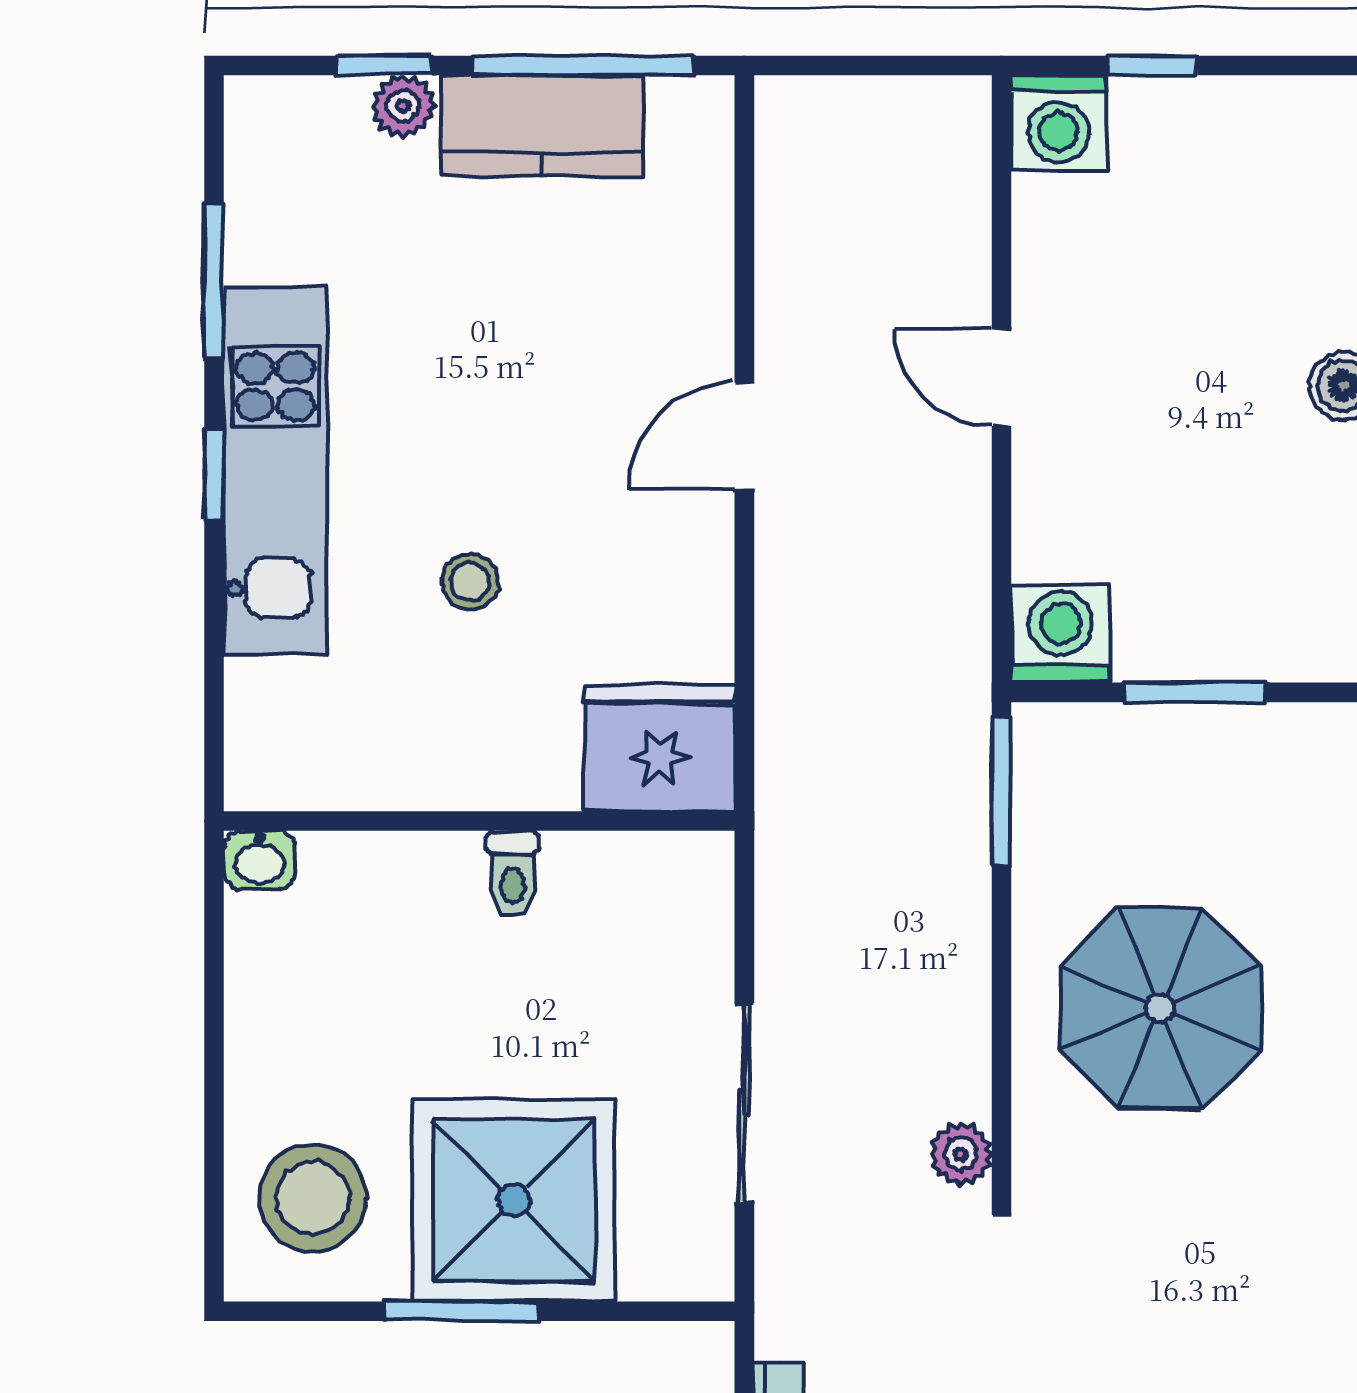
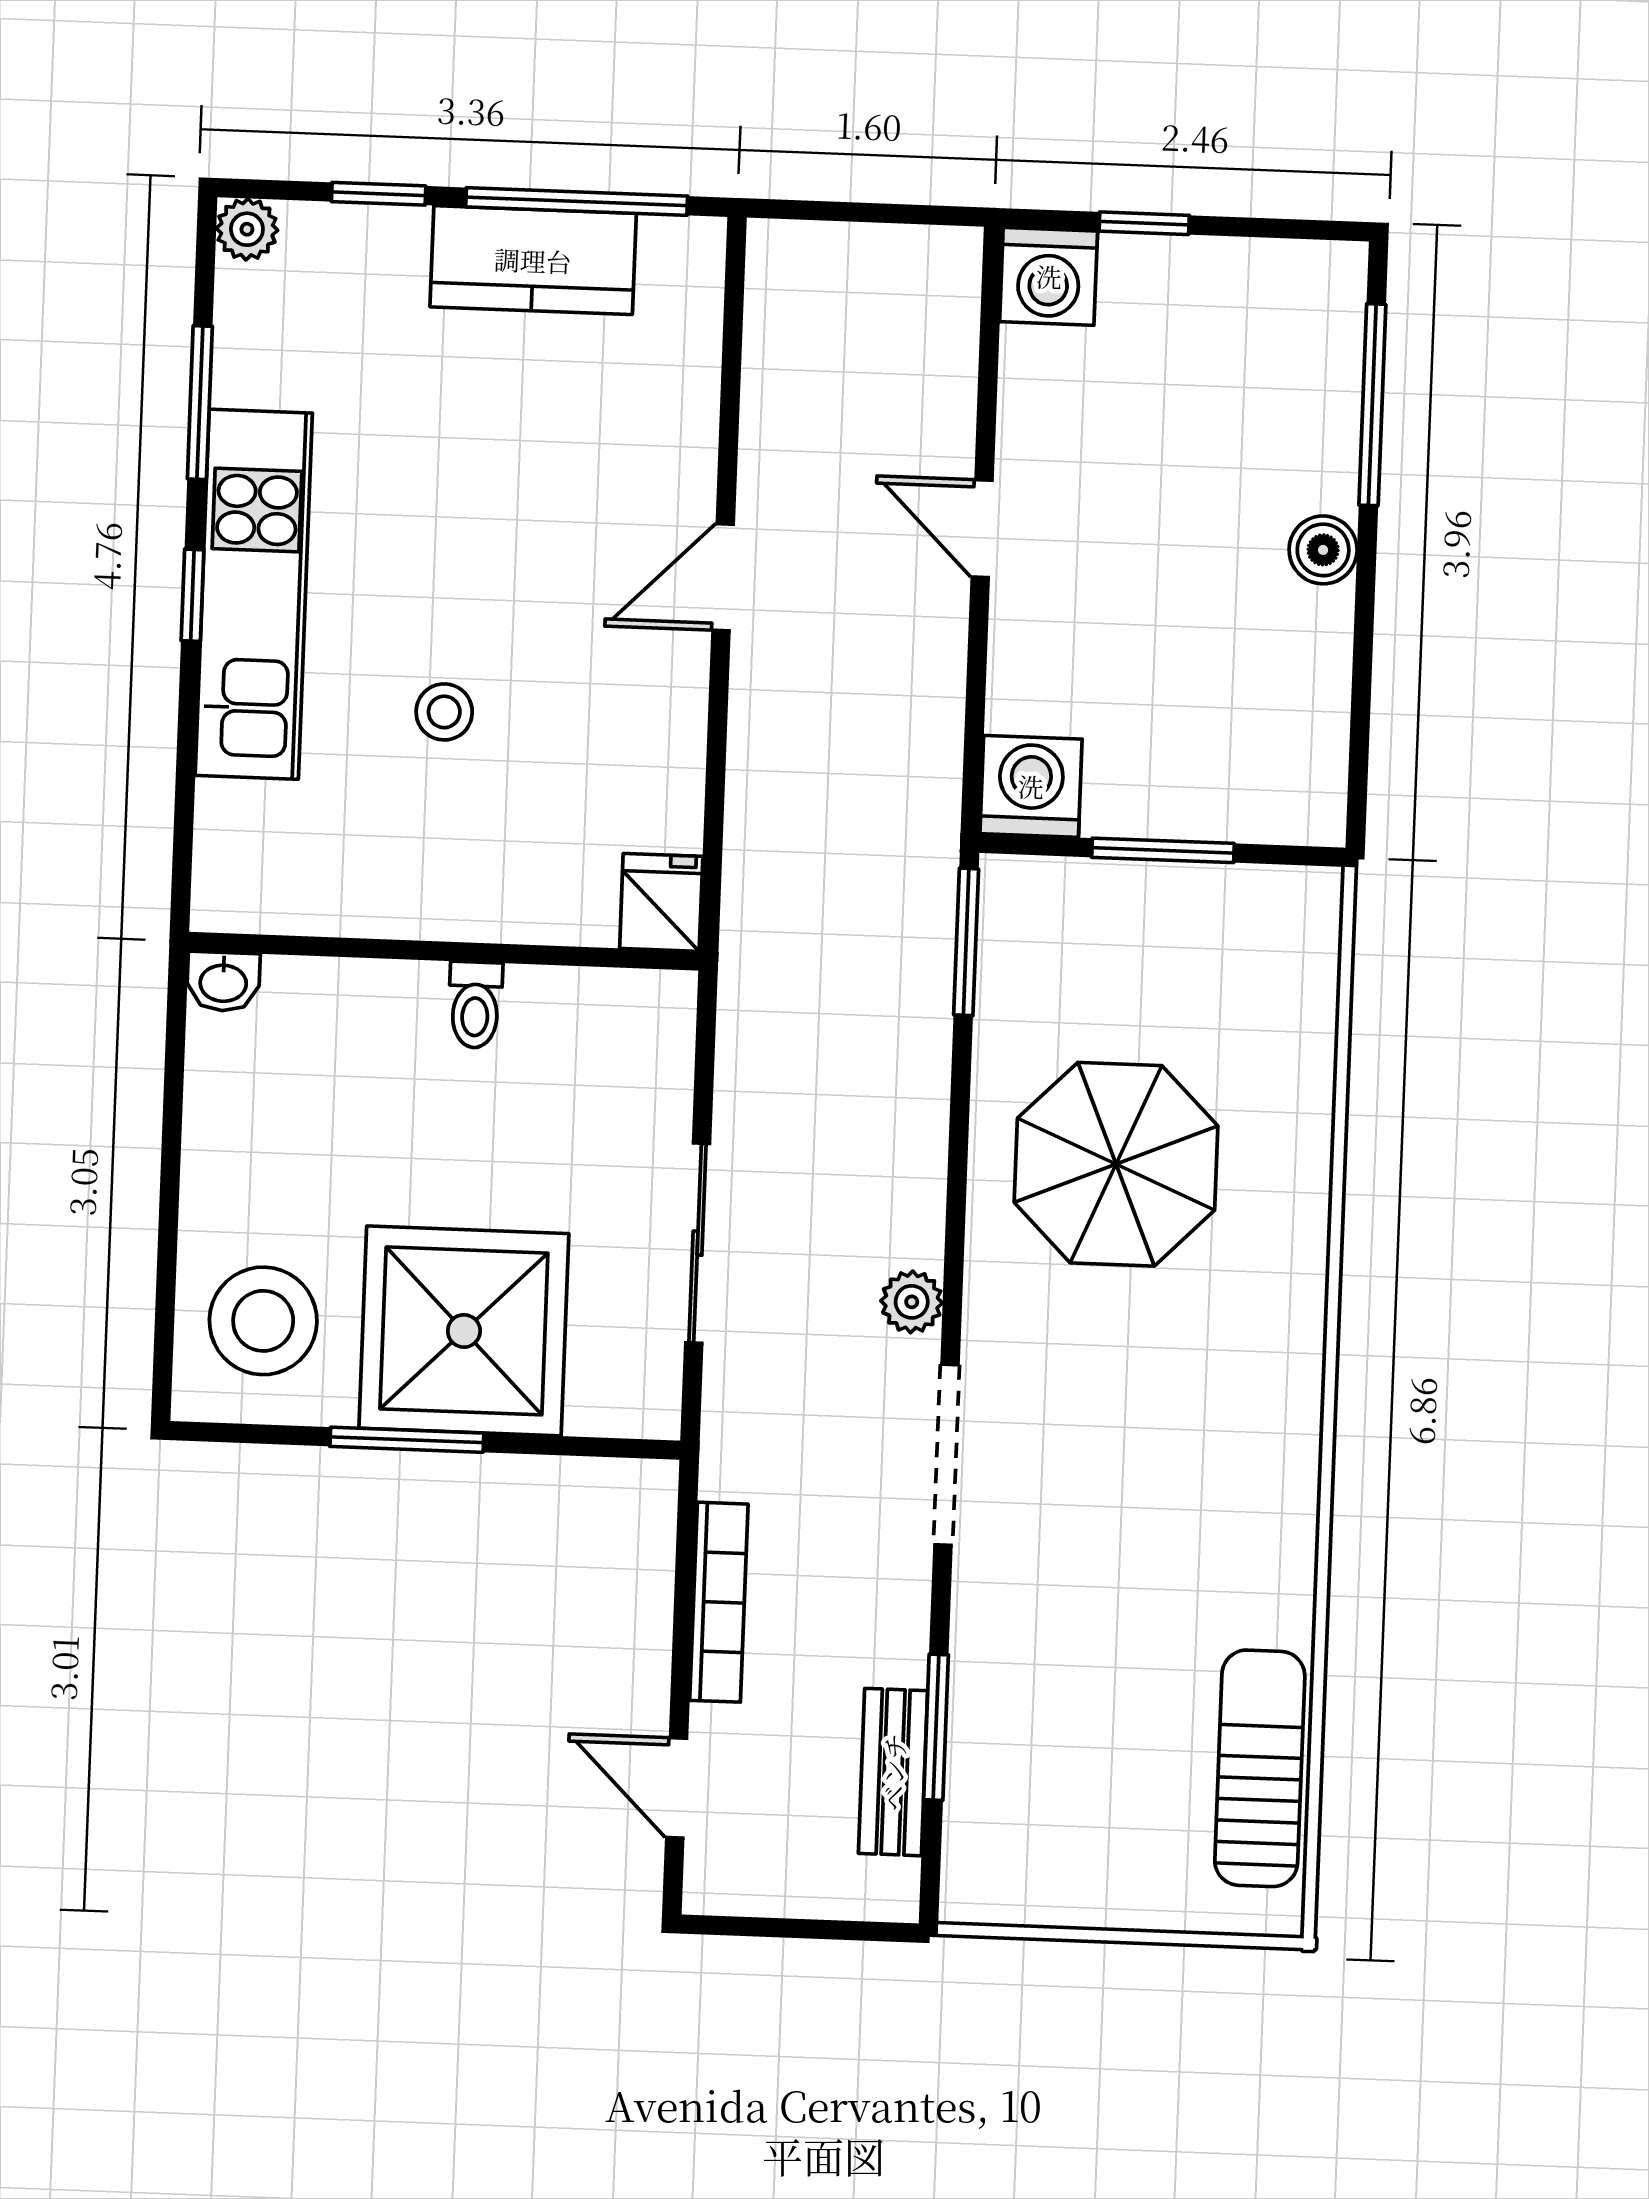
plant: (403, 106) -> (247, 229), moved
fridge: (660, 748) -> (661, 902), width x0.53, depth x0.75

